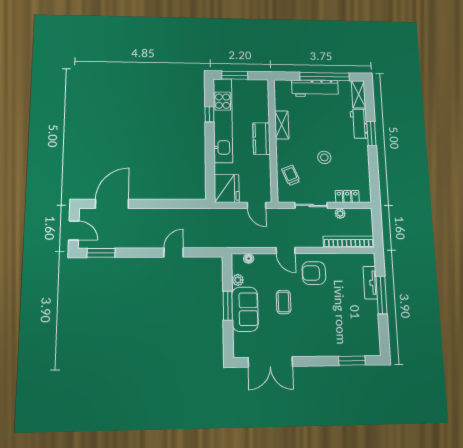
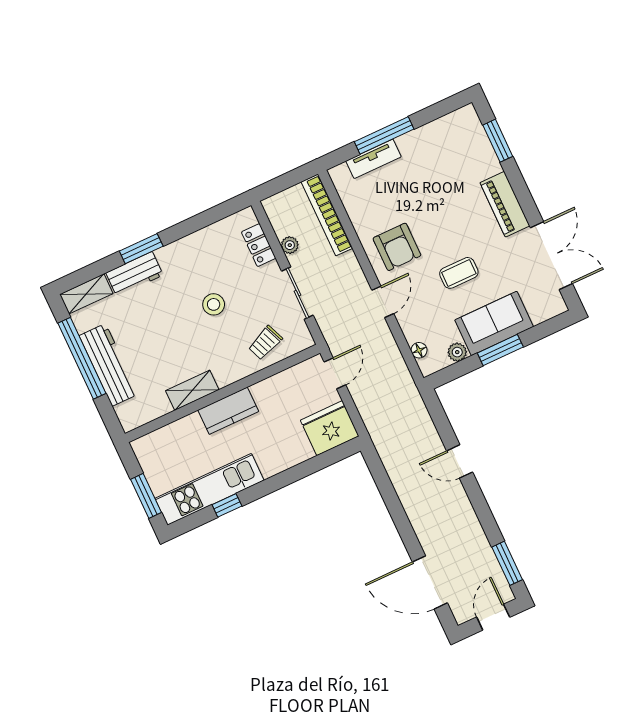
kitchen unit: (223, 120) -> (209, 489), width x0.73
piano: (313, 348) -> (505, 204), added

